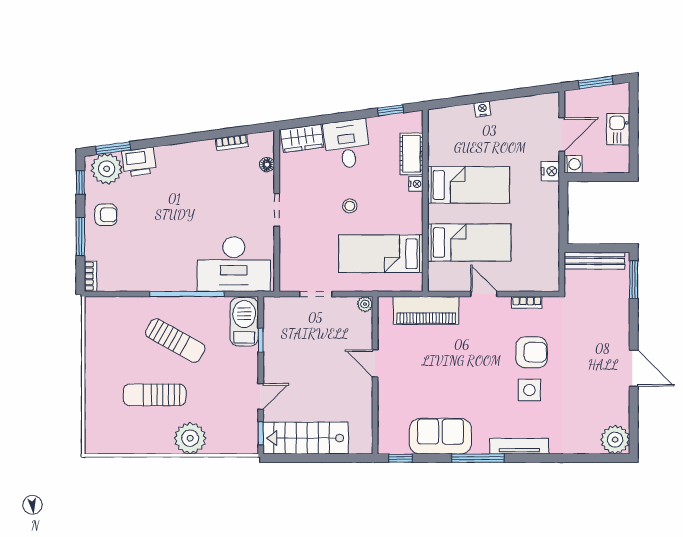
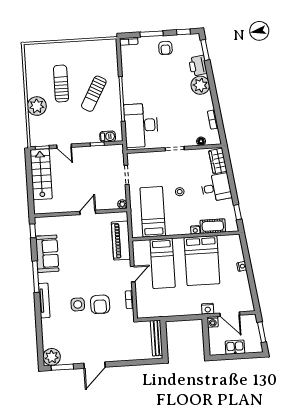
plant: (107, 169) -> (200, 85), moved
bed: (469, 185) -> (202, 261), width x1.50
window: (634, 280) -> (62, 367), moved
barbecue: (244, 322) -> (108, 137), width x0.53, depth x0.65

